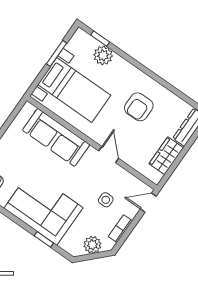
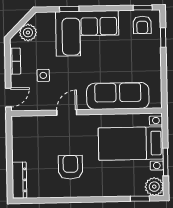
plant: (103, 55) -> (154, 187), moved
door: (109, 155) -> (67, 112), swing flipped
wardrobe: (166, 156) -> (21, 145), removed

